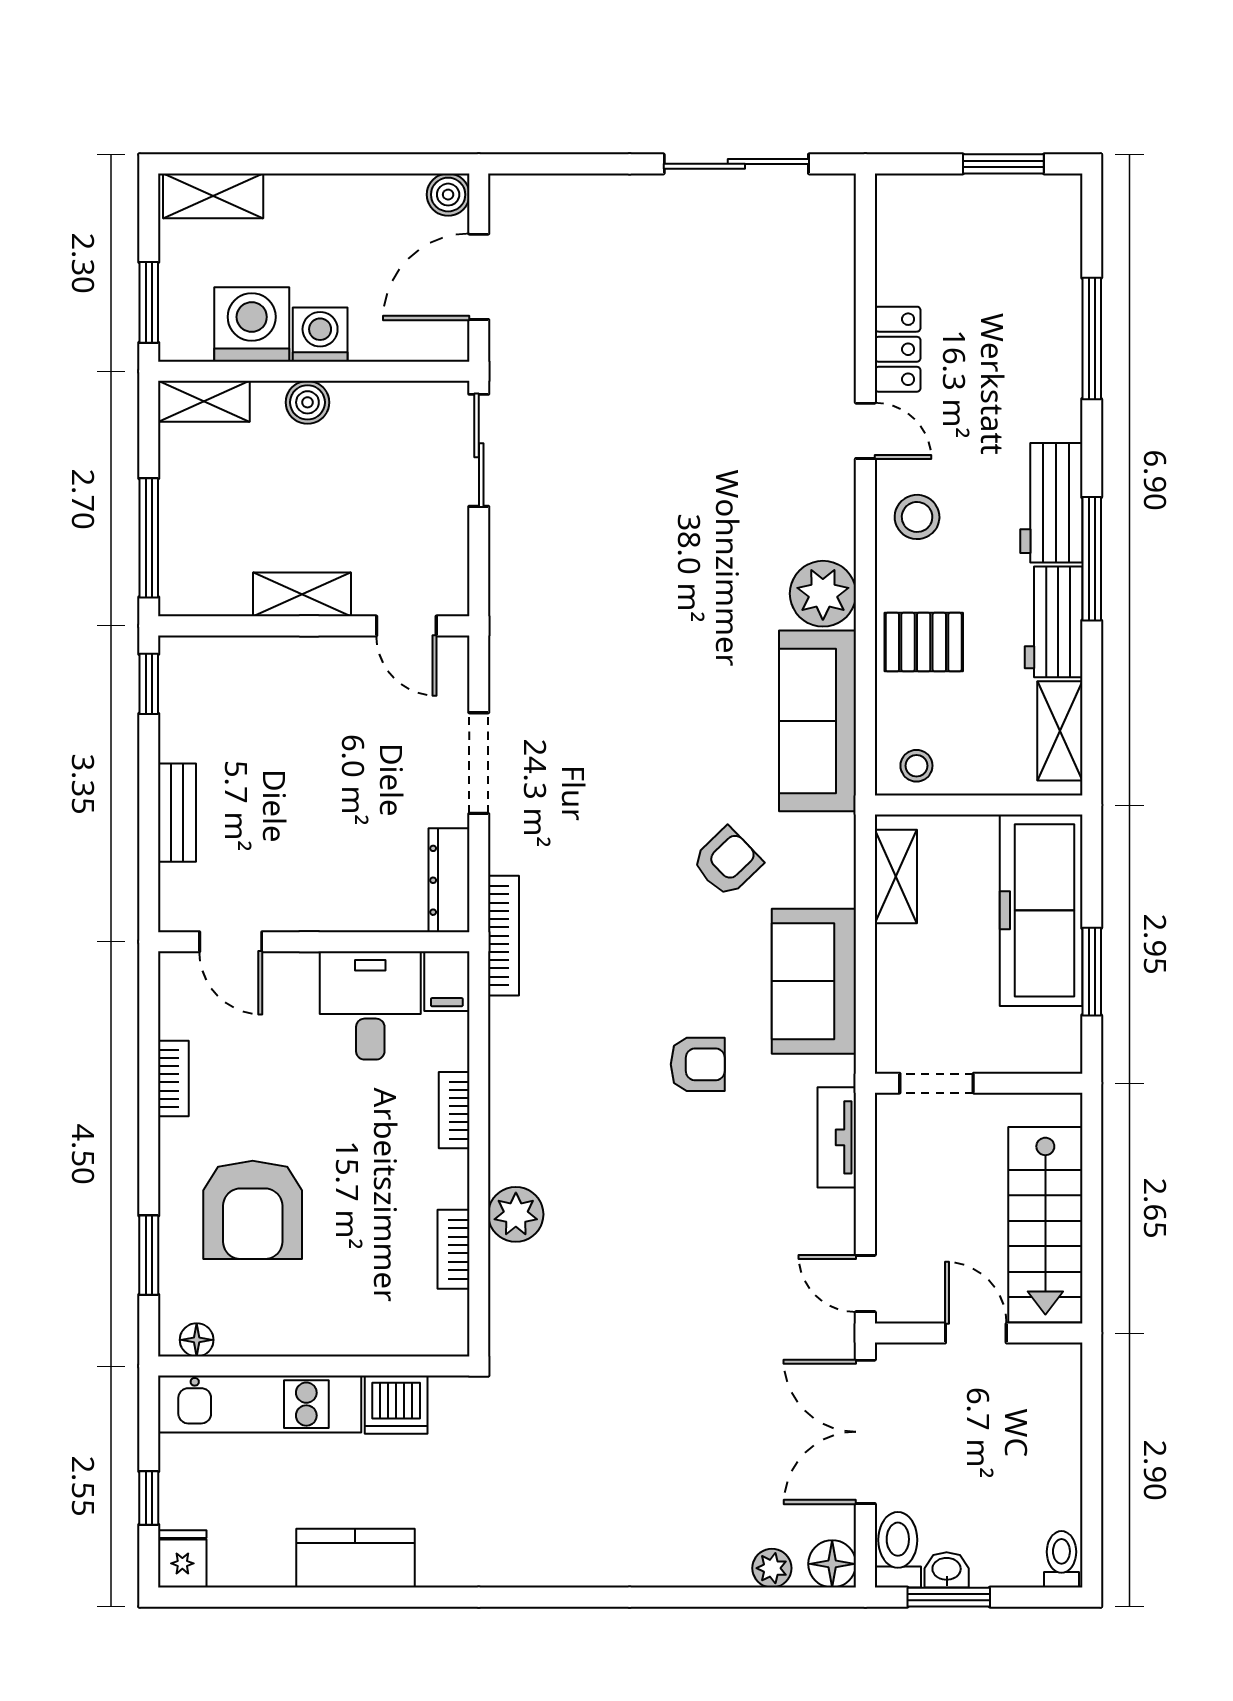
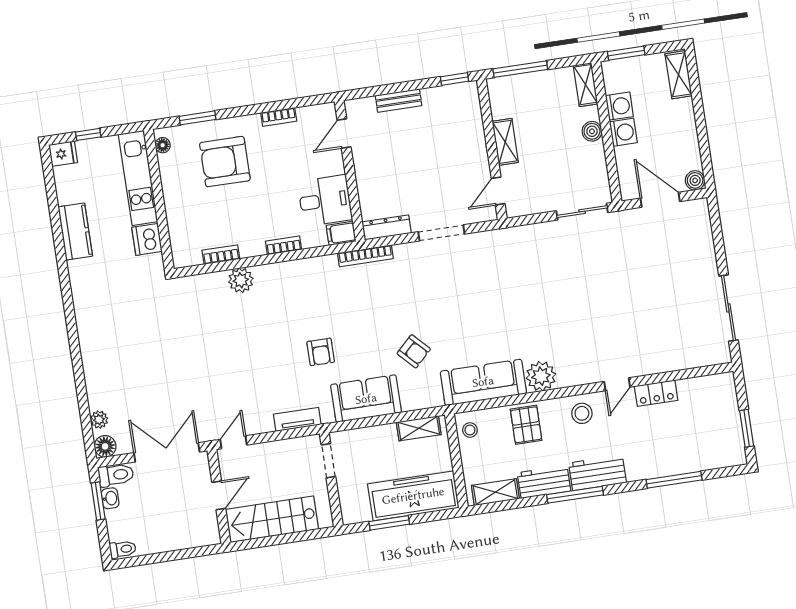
washing machine: (252, 324) -> (619, 106), width x0.73, depth x0.73

